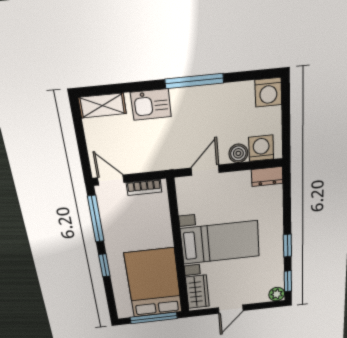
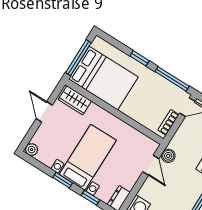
boiler: (238, 153) -> (168, 156), moved
bed with nightstands: (220, 242) -> (88, 157), moved, turned 180
window: (288, 281) -> (90, 198), moved

